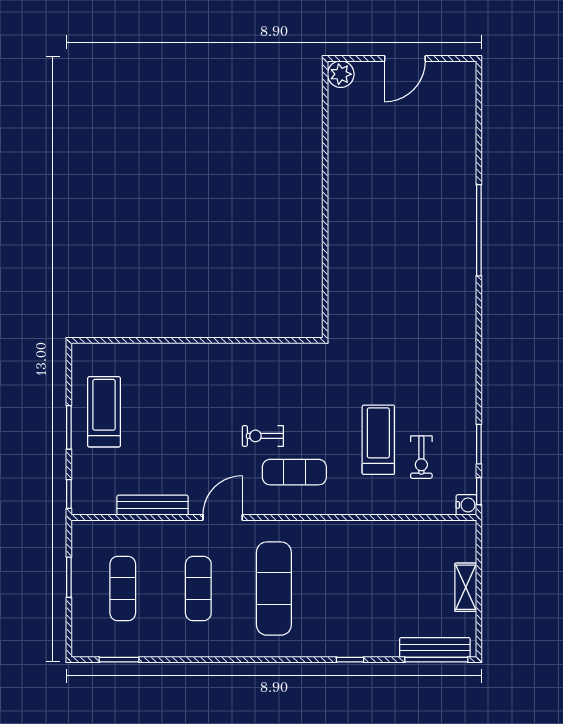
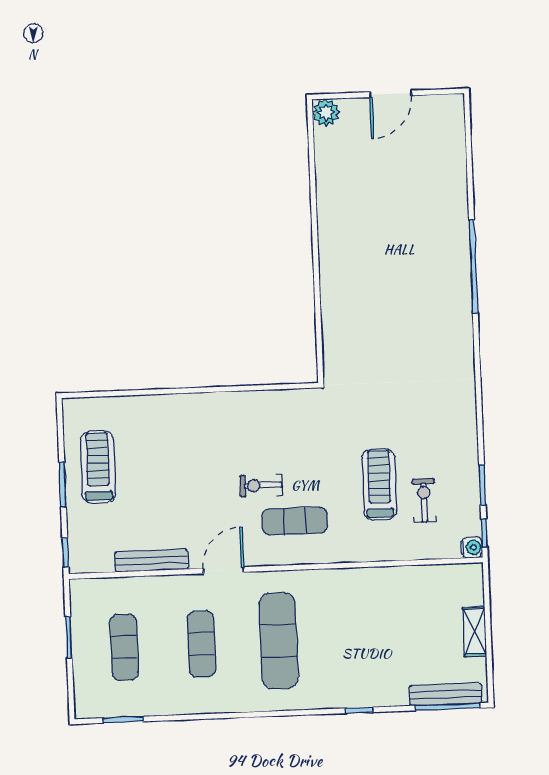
exercise bike: (421, 457) -> (424, 500), turned 180

